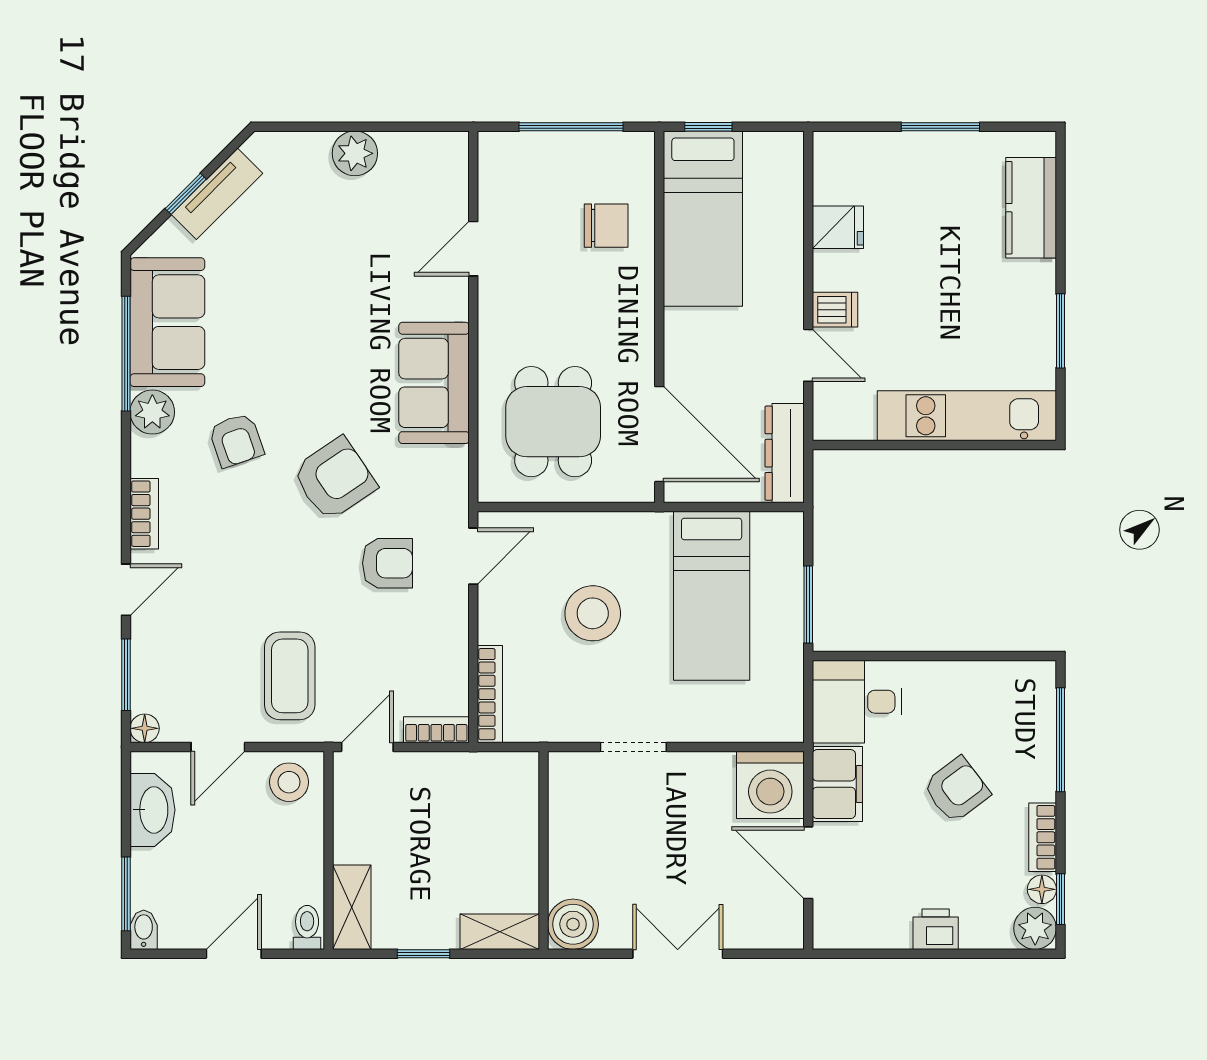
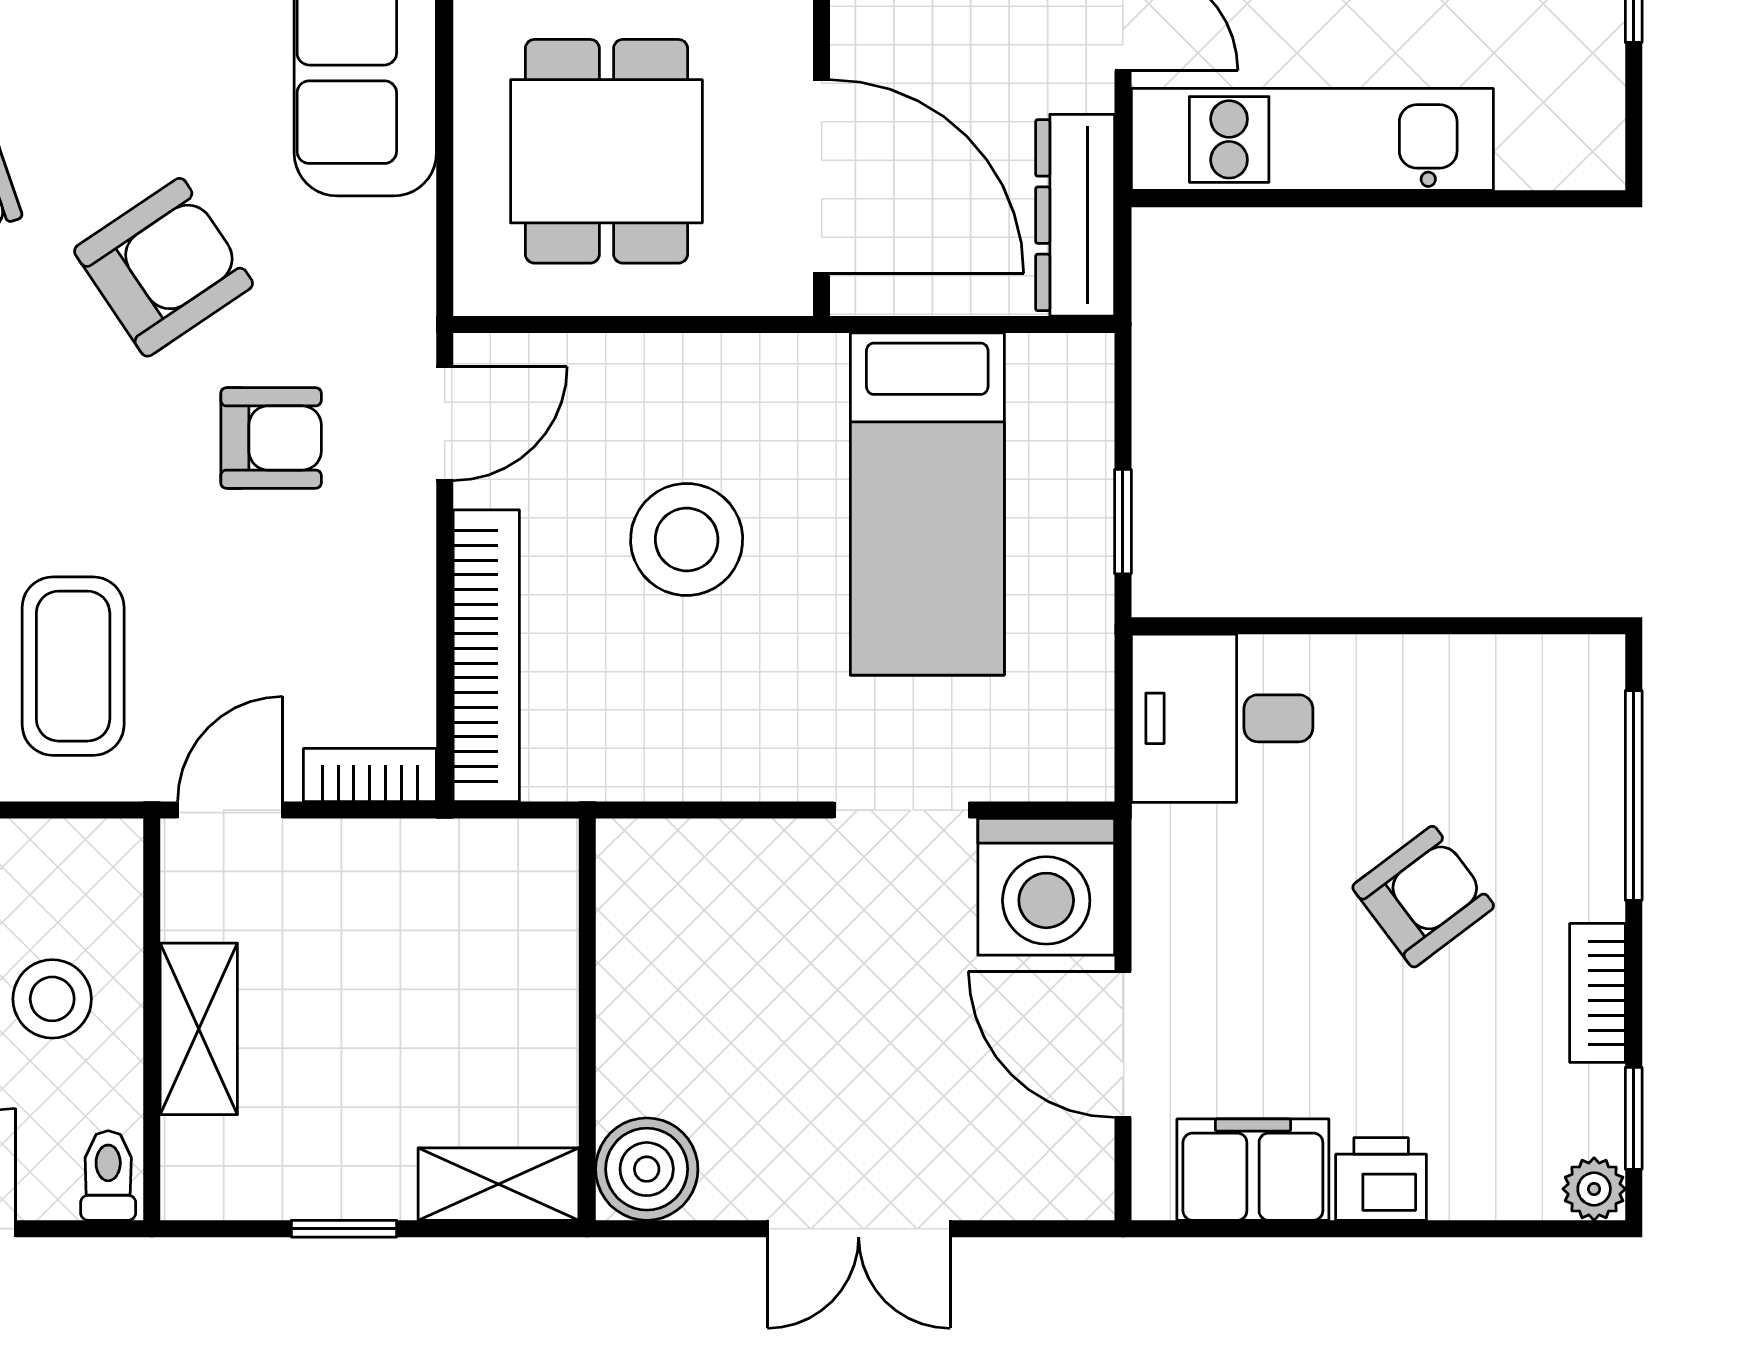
kitchen unit: (967, 416) -> (1312, 139), moved
window: (808, 605) -> (1123, 522), width x0.67
bookcase: (490, 694) -> (486, 656), width x1.48, depth x1.31
doorway: (633, 747) -> (902, 810), moved
stool: (289, 782) -> (52, 999), moved
filing cabinet: (837, 784) -> (1253, 1170), moved, turned -90
floor lamp: (1042, 889) -> (1596, 1098), removed
shelving: (352, 907) -> (199, 1029), moved
plant: (1035, 928) -> (1594, 1189), width x0.73, depth x0.73
double door: (678, 954) -> (859, 1229), swing flipped

